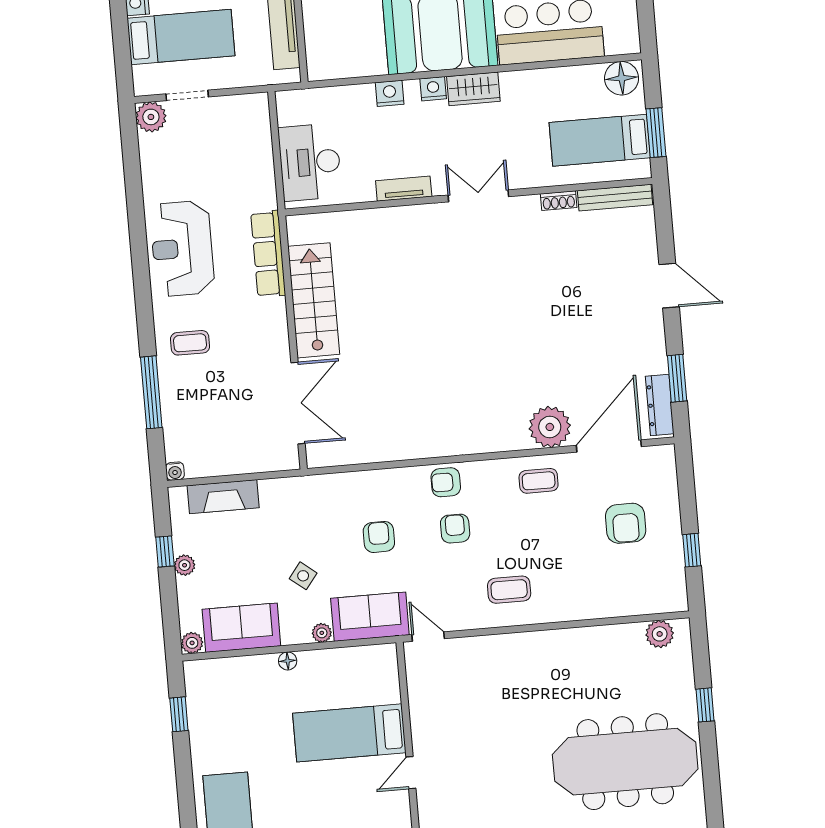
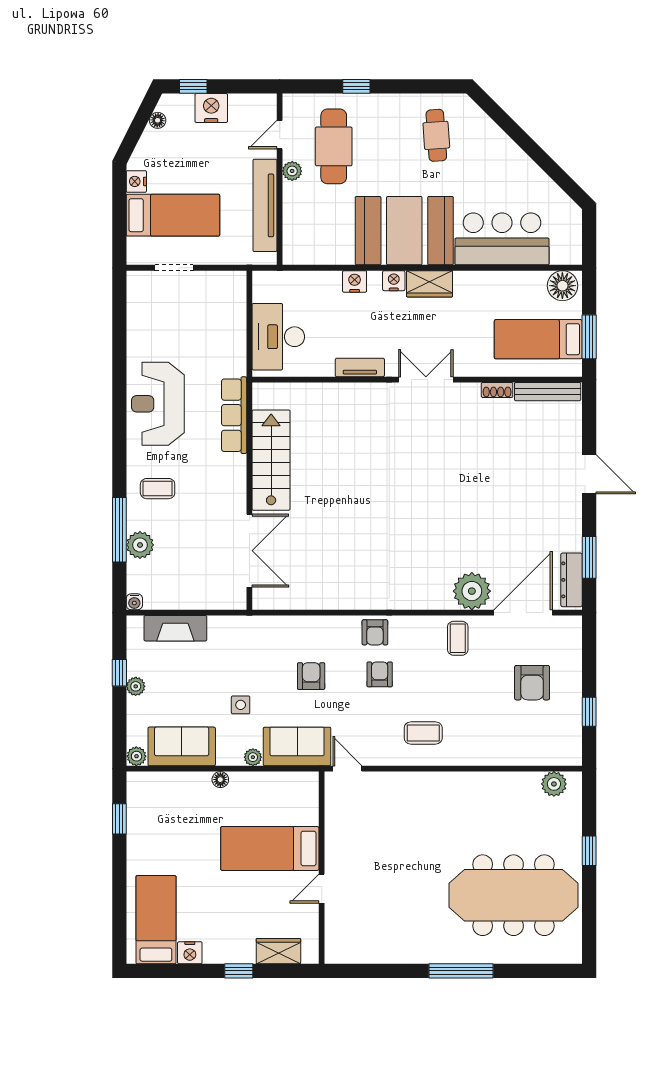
plant: (151, 117) -> (140, 545), moved
coffee table: (539, 481) -> (458, 638), turned 90
armchair: (446, 482) -> (375, 632), turned -90
side table: (303, 576) -> (241, 705), turned -38

